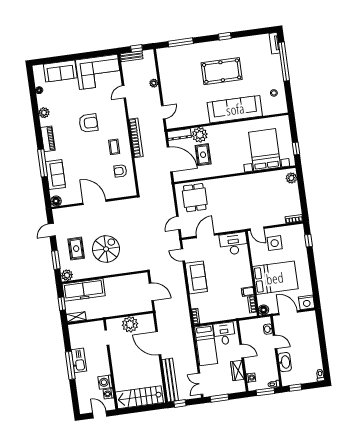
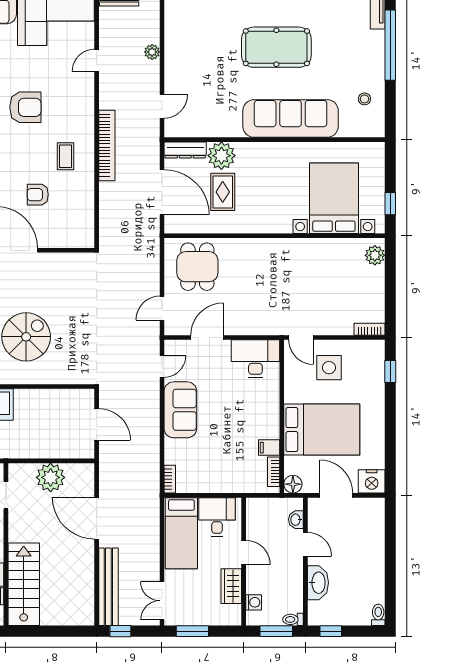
armchair: (120, 171) -> (38, 195), moved
door: (183, 255) -> (162, 366), swing flipped
stairs: (139, 397) -> (24, 584), moved, turned 90

